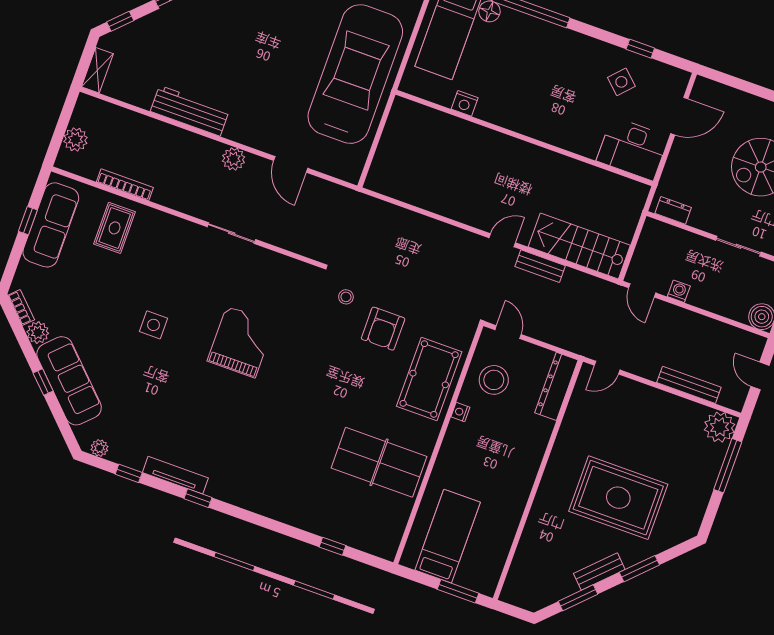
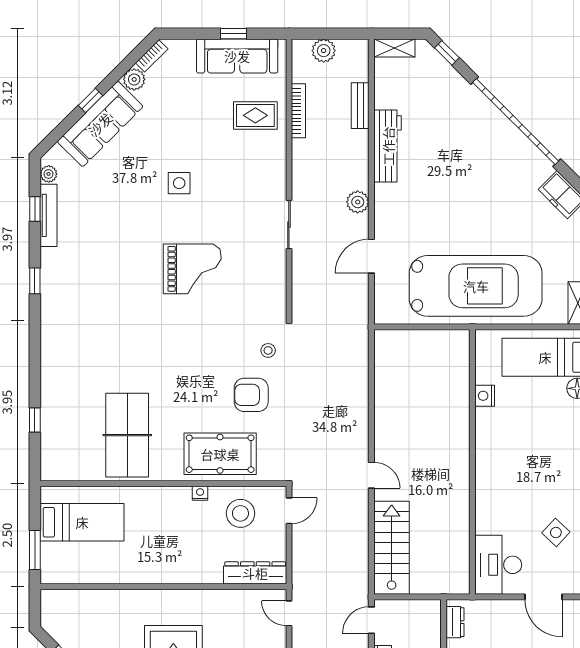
bench: (540, 266) -> (360, 106), moved
tv unit: (175, 475) -> (48, 215), moved

